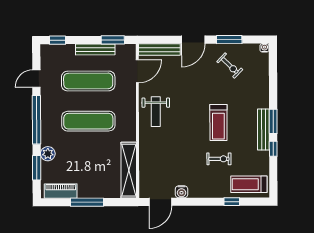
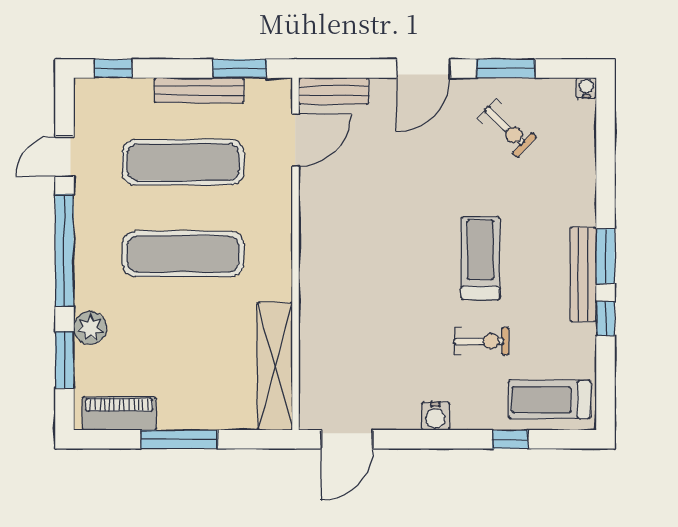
bench: (159, 50) -> (333, 91), width x0.73
weight bench: (156, 112) -> (337, 233), removed
treadmill: (218, 122) -> (480, 258), turned 180
water cooler: (181, 192) -> (436, 416), moved

